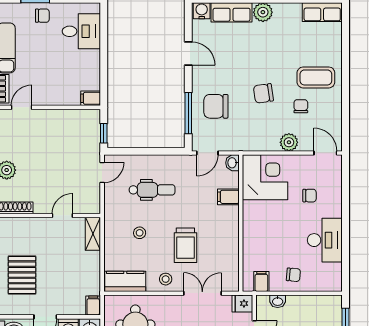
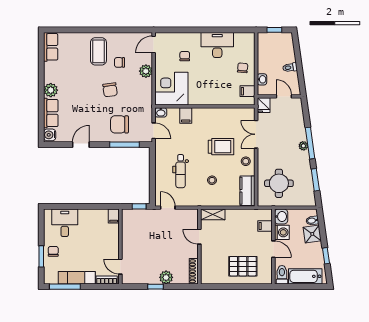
chair: (216, 106) -> (119, 124), turned 90
dental chair: (152, 190) -> (181, 171), turned 180
filing cabinet: (93, 306) -> (265, 226), moved

